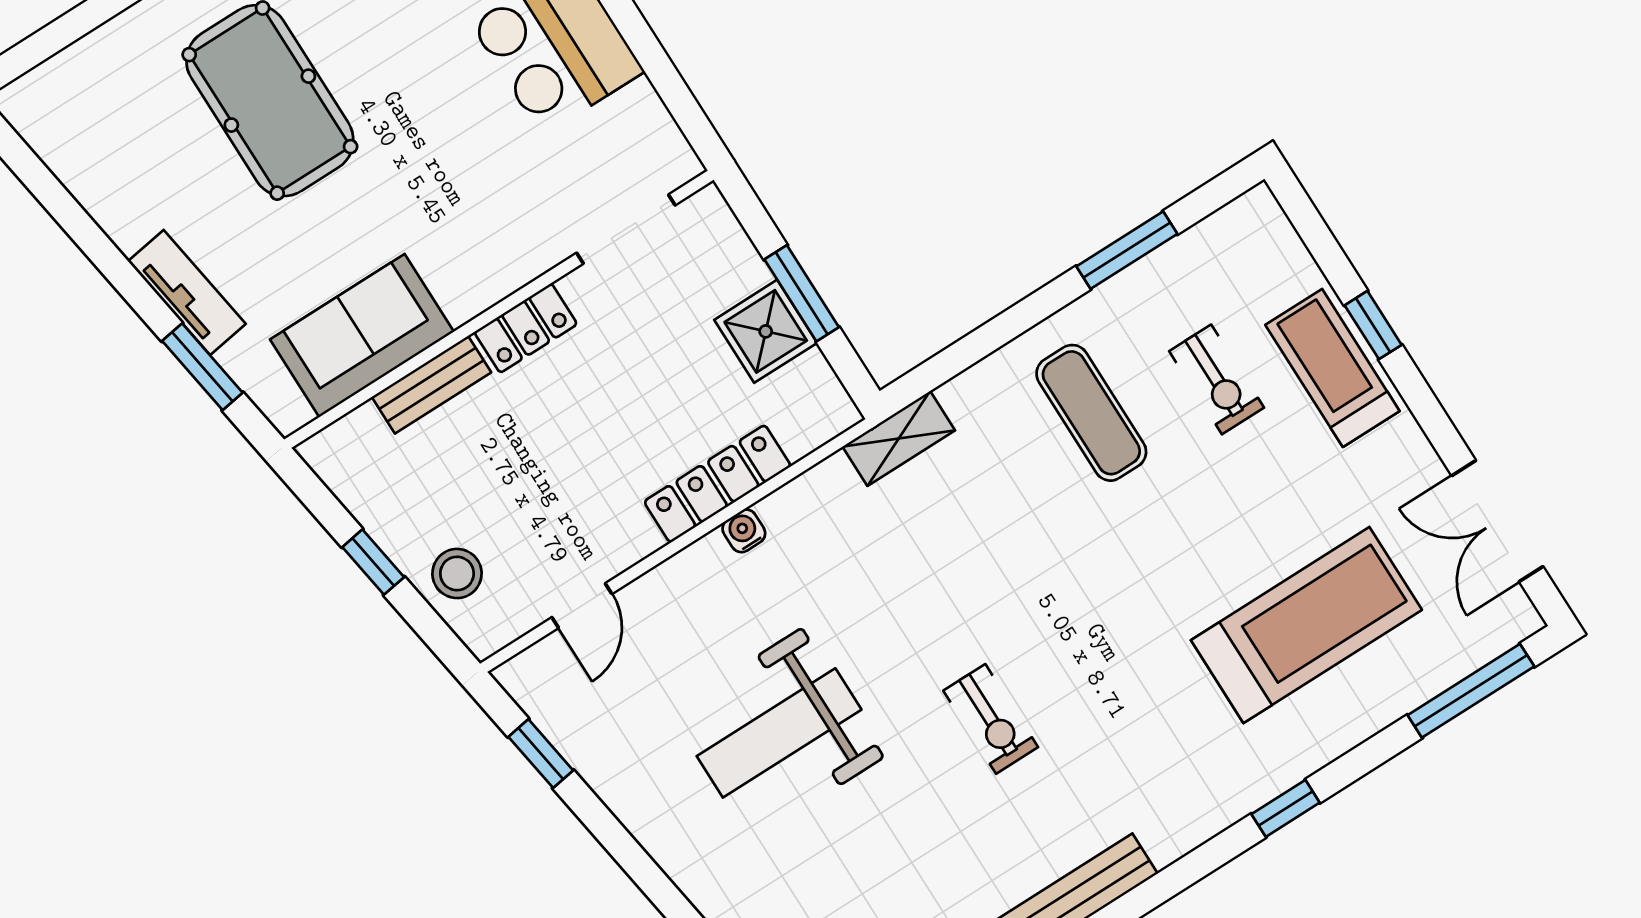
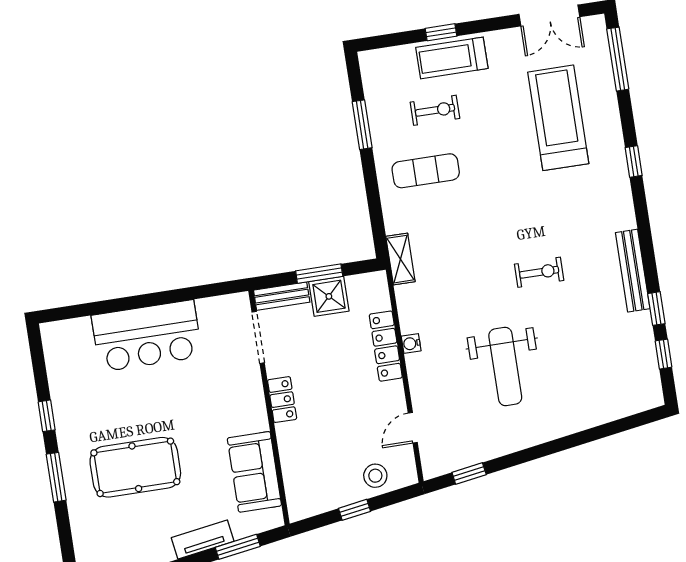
bench: (431, 385) -> (282, 296), moved, turned 90
door: (582, 606) -> (413, 428), swing flipped

